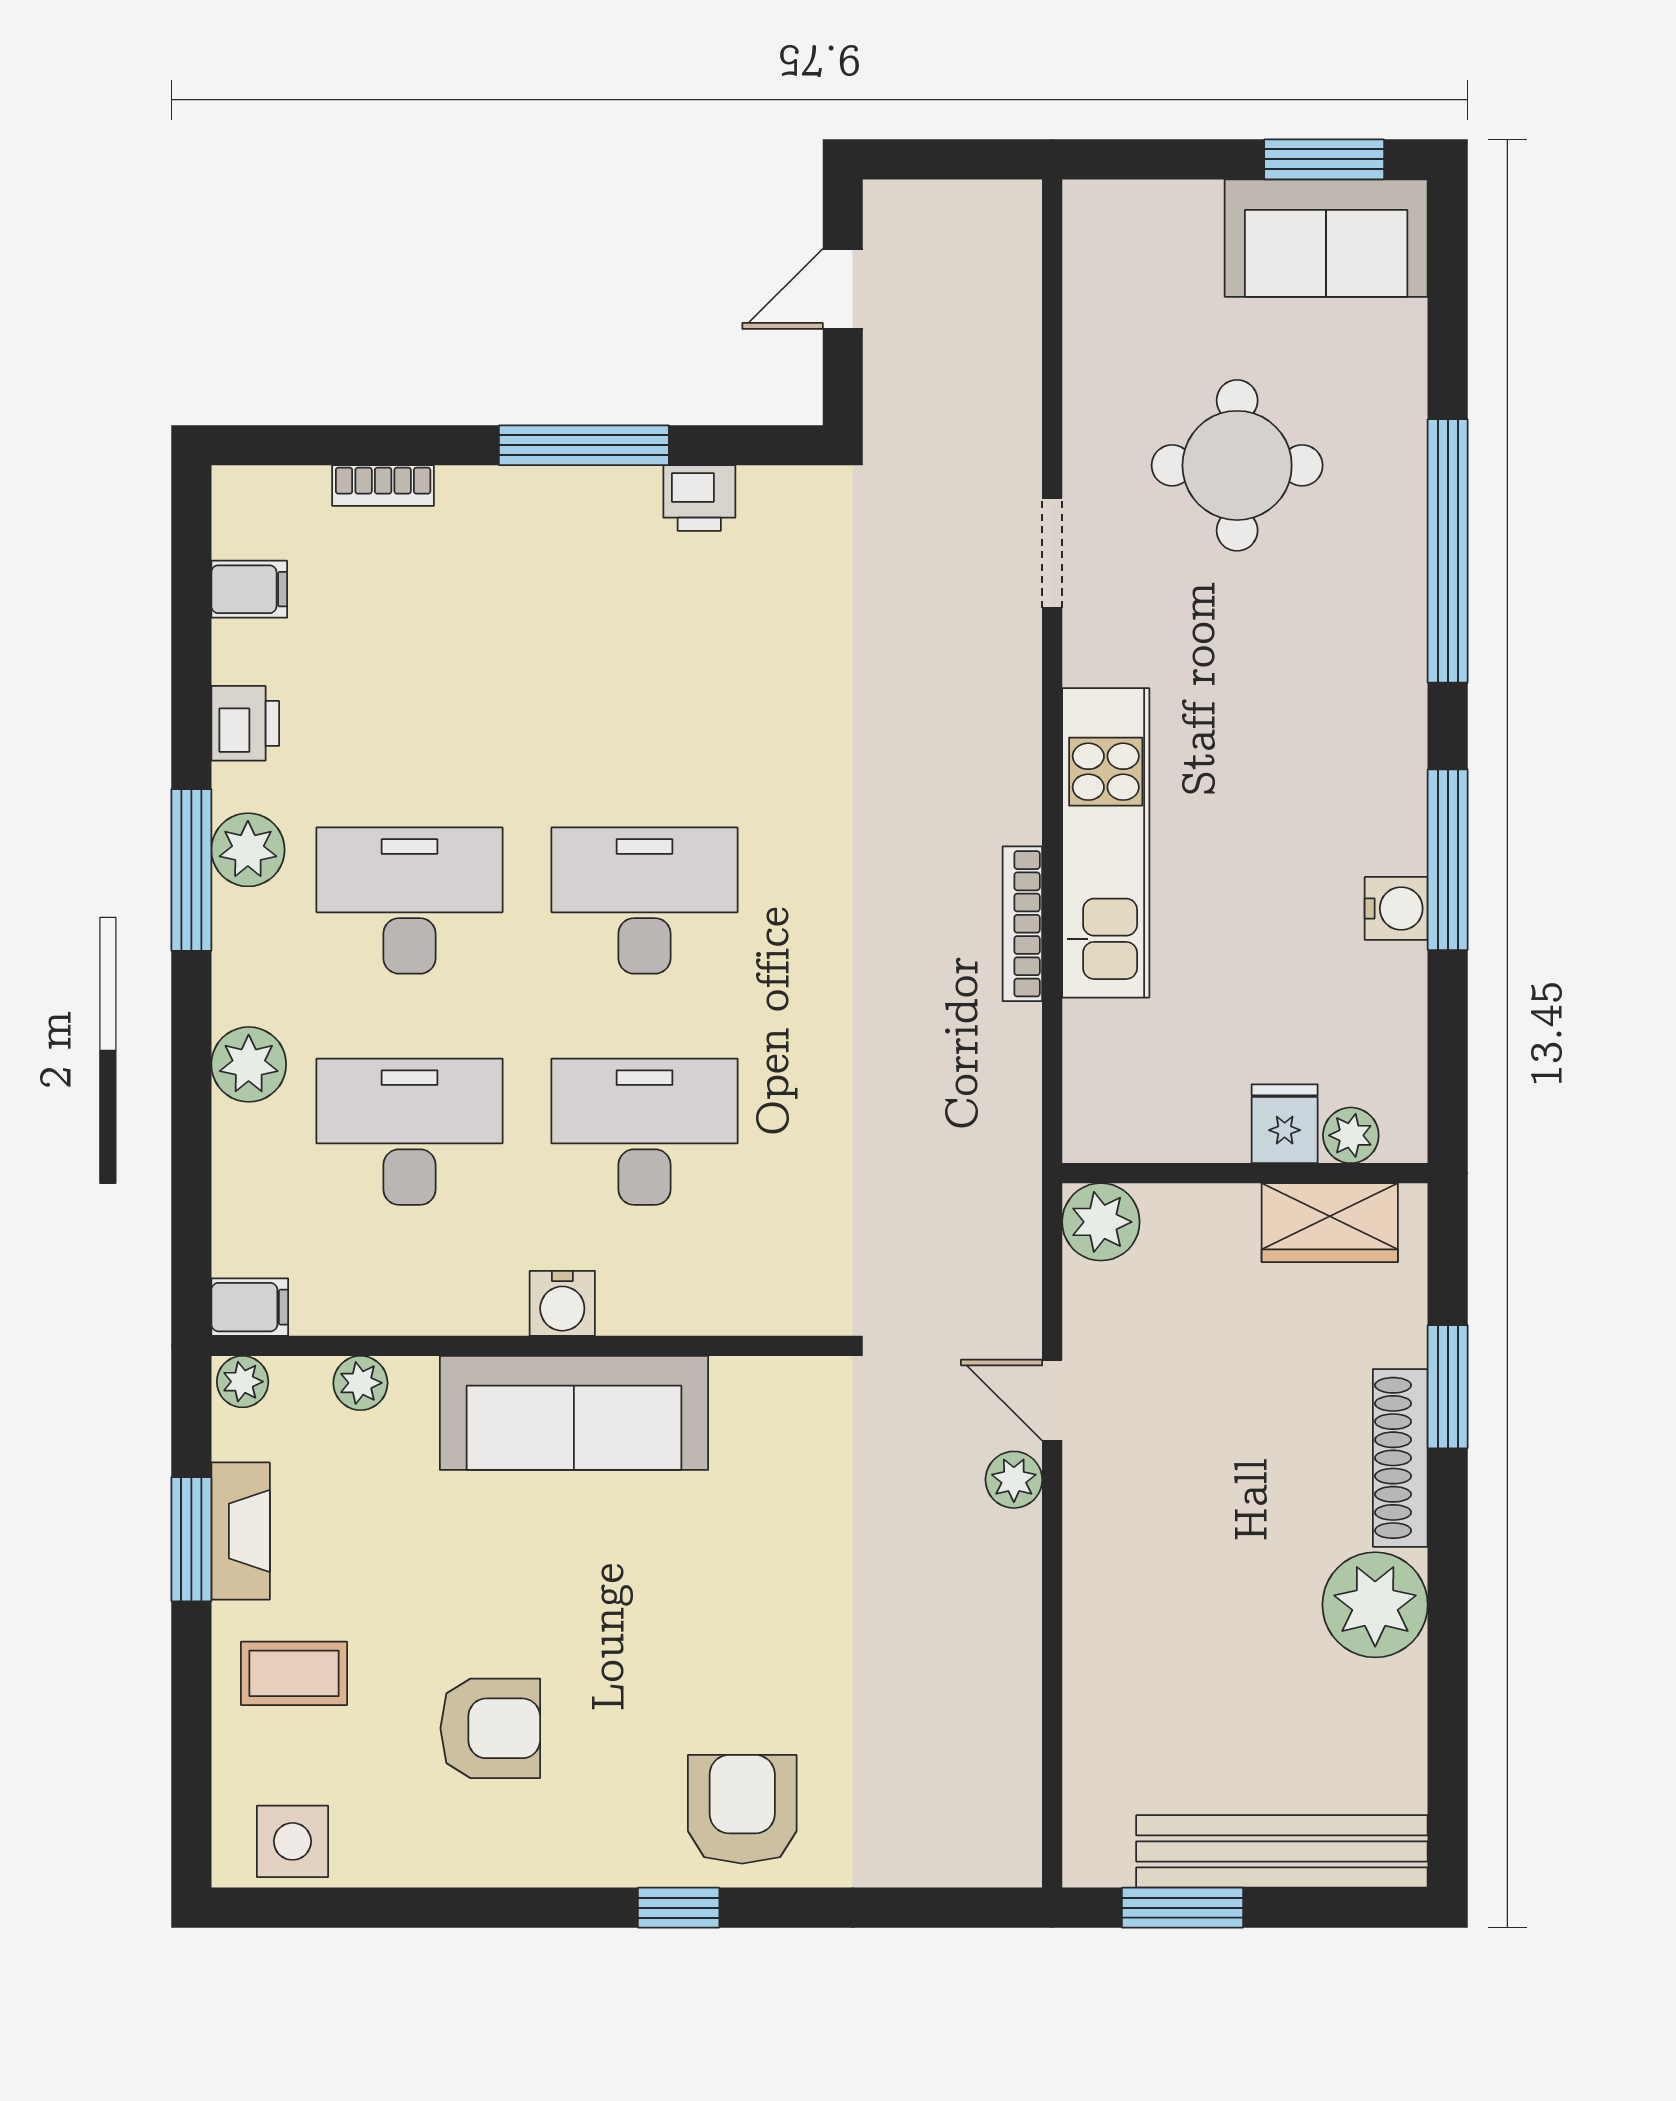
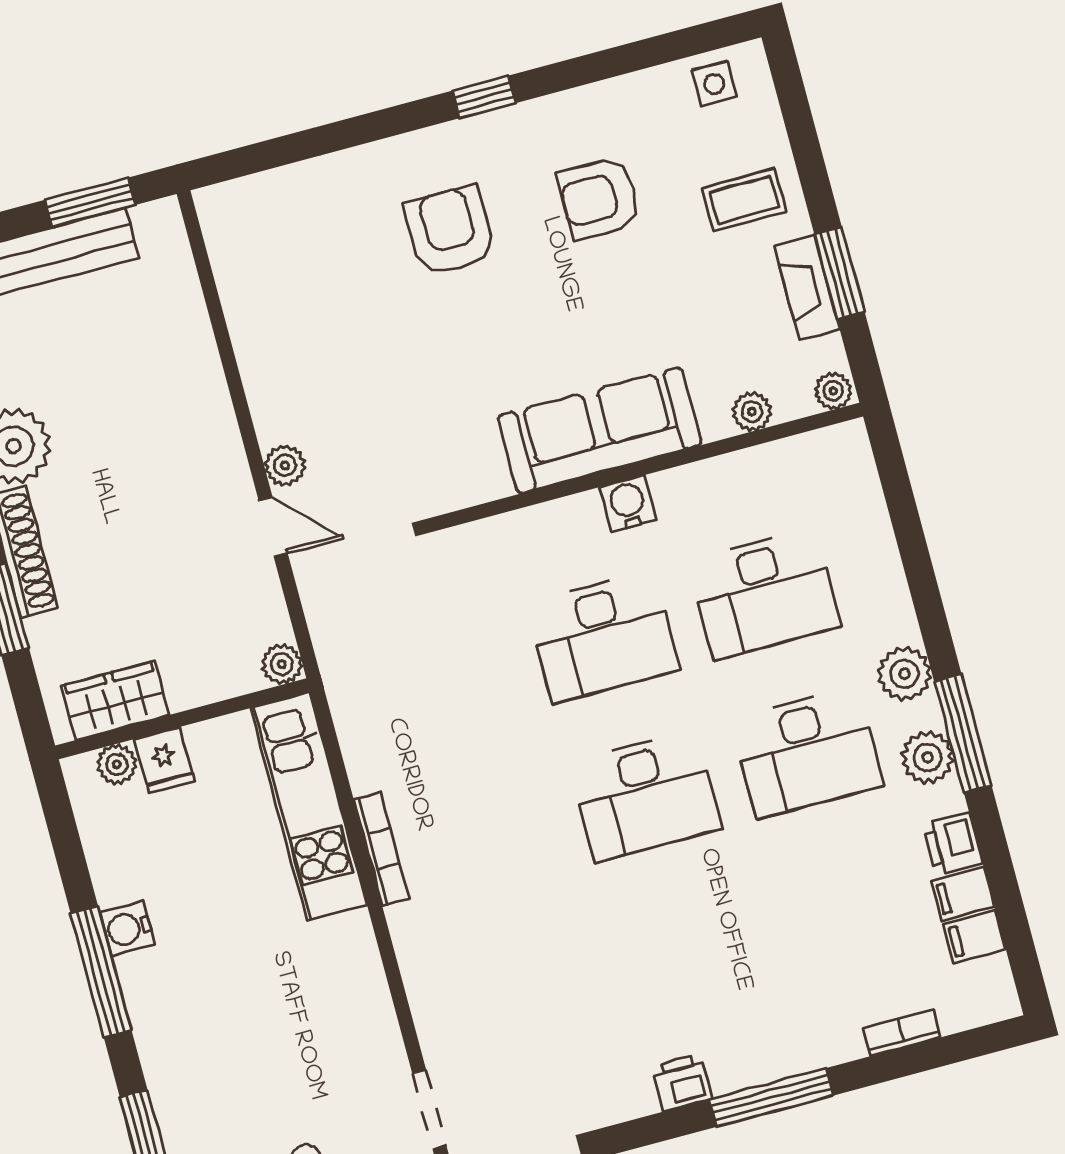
kitchen unit: (1106, 843) -> (309, 806), moved
plant: (249, 1064) -> (905, 674), moved
plant: (1101, 1222) -> (282, 664), width x0.73, depth x0.73
filing cabinet: (250, 1307) -> (963, 894), moved
armchair: (742, 1809) -> (450, 231), moved, turned 180
side table: (292, 1841) -> (714, 84), width x0.73, depth x0.73
window: (679, 1908) -> (484, 97), moved

